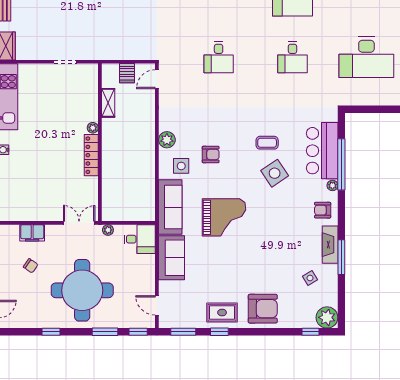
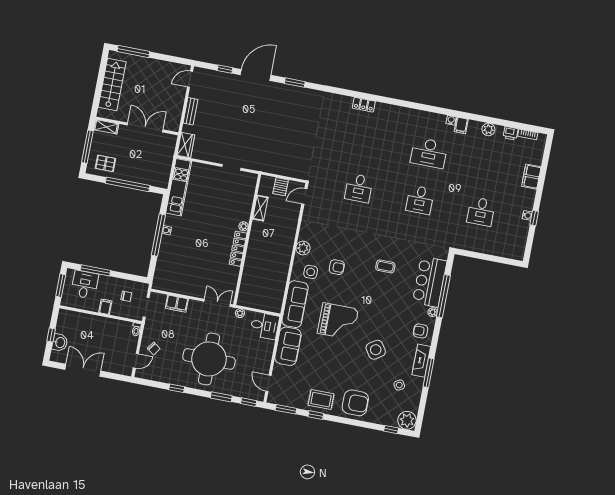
desk: (366, 57) -> (481, 212), width x0.53, depth x0.77
side table: (275, 173) -> (376, 350), moved
chair: (31, 266) -> (154, 348), moved

